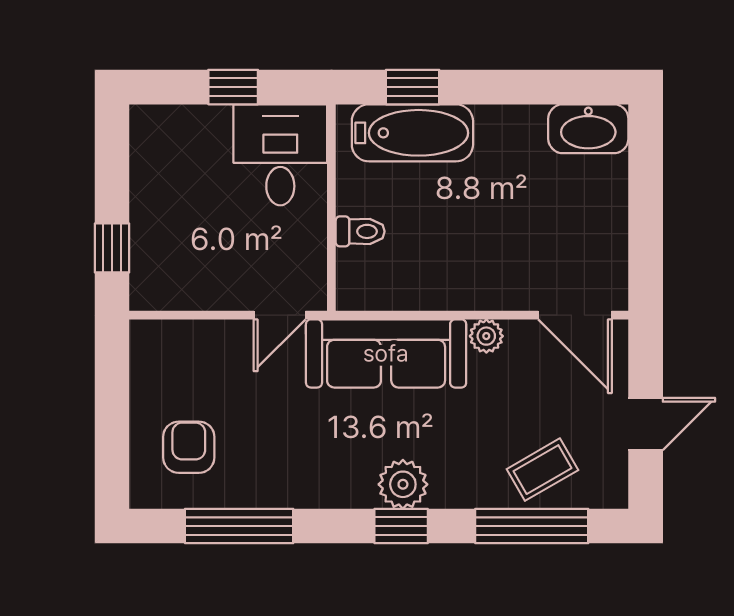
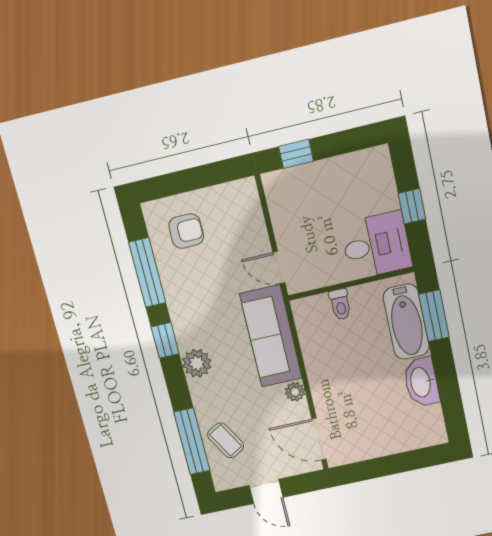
window: (413, 87) -> (434, 316), width x1.50
washbasin: (588, 129) -> (421, 382), moved
door: (575, 315) -> (319, 439), hinge flipped
window: (401, 526) -> (165, 340), moved

